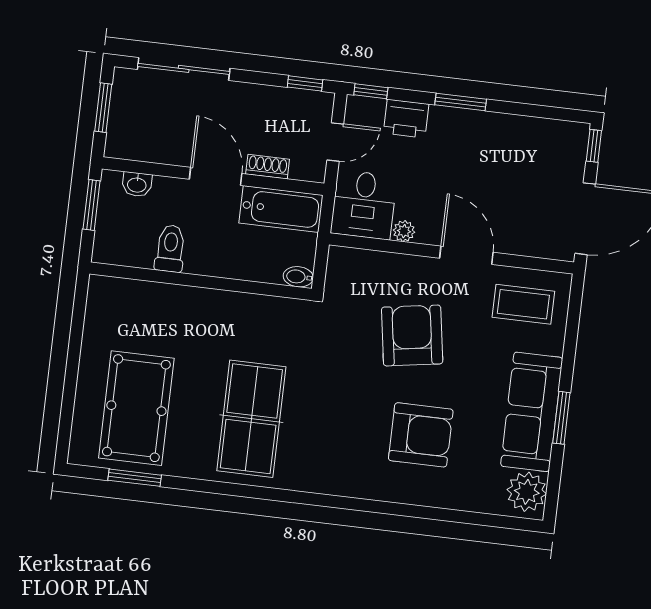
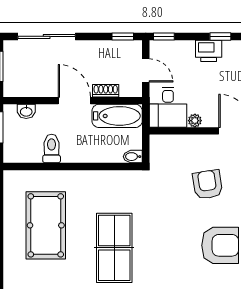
window: (461, 102) -> (220, 36), width x0.67
printer: (406, 119) -> (209, 51), moved
door: (335, 142) -> (146, 70), hinge flipped
armchair: (412, 335) -> (208, 185), width x0.73, depth x0.73
pool table: (136, 408) -> (46, 225), moved

